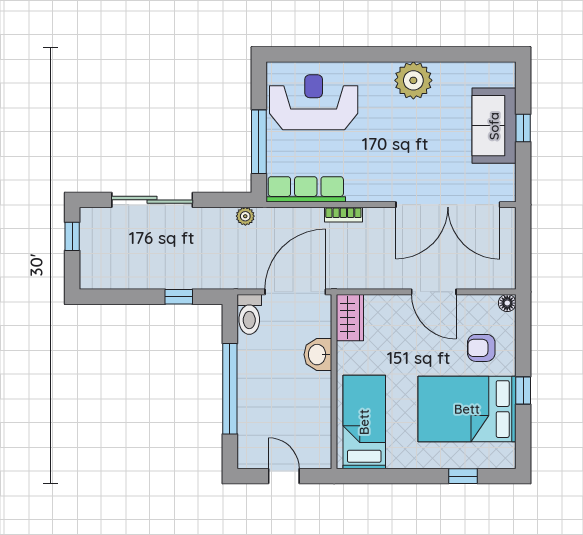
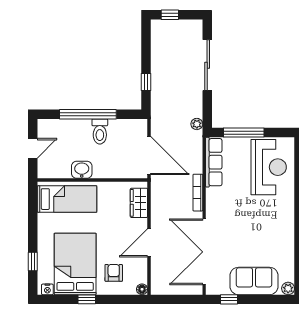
plant: (413, 80) -> (288, 288), moved, width x0.53, depth x0.53
window: (523, 128) -> (229, 299), moved
bookcase: (343, 215) -> (198, 193), width x1.56
window: (72, 236) -> (170, 15), moved
toilet: (249, 314) -> (100, 131), moved, turned -90
wardrobe: (350, 318) -> (139, 203), moved, turned 90
washbasin: (318, 355) -> (82, 170), moved
nightstand: (507, 453) -> (47, 289), added

